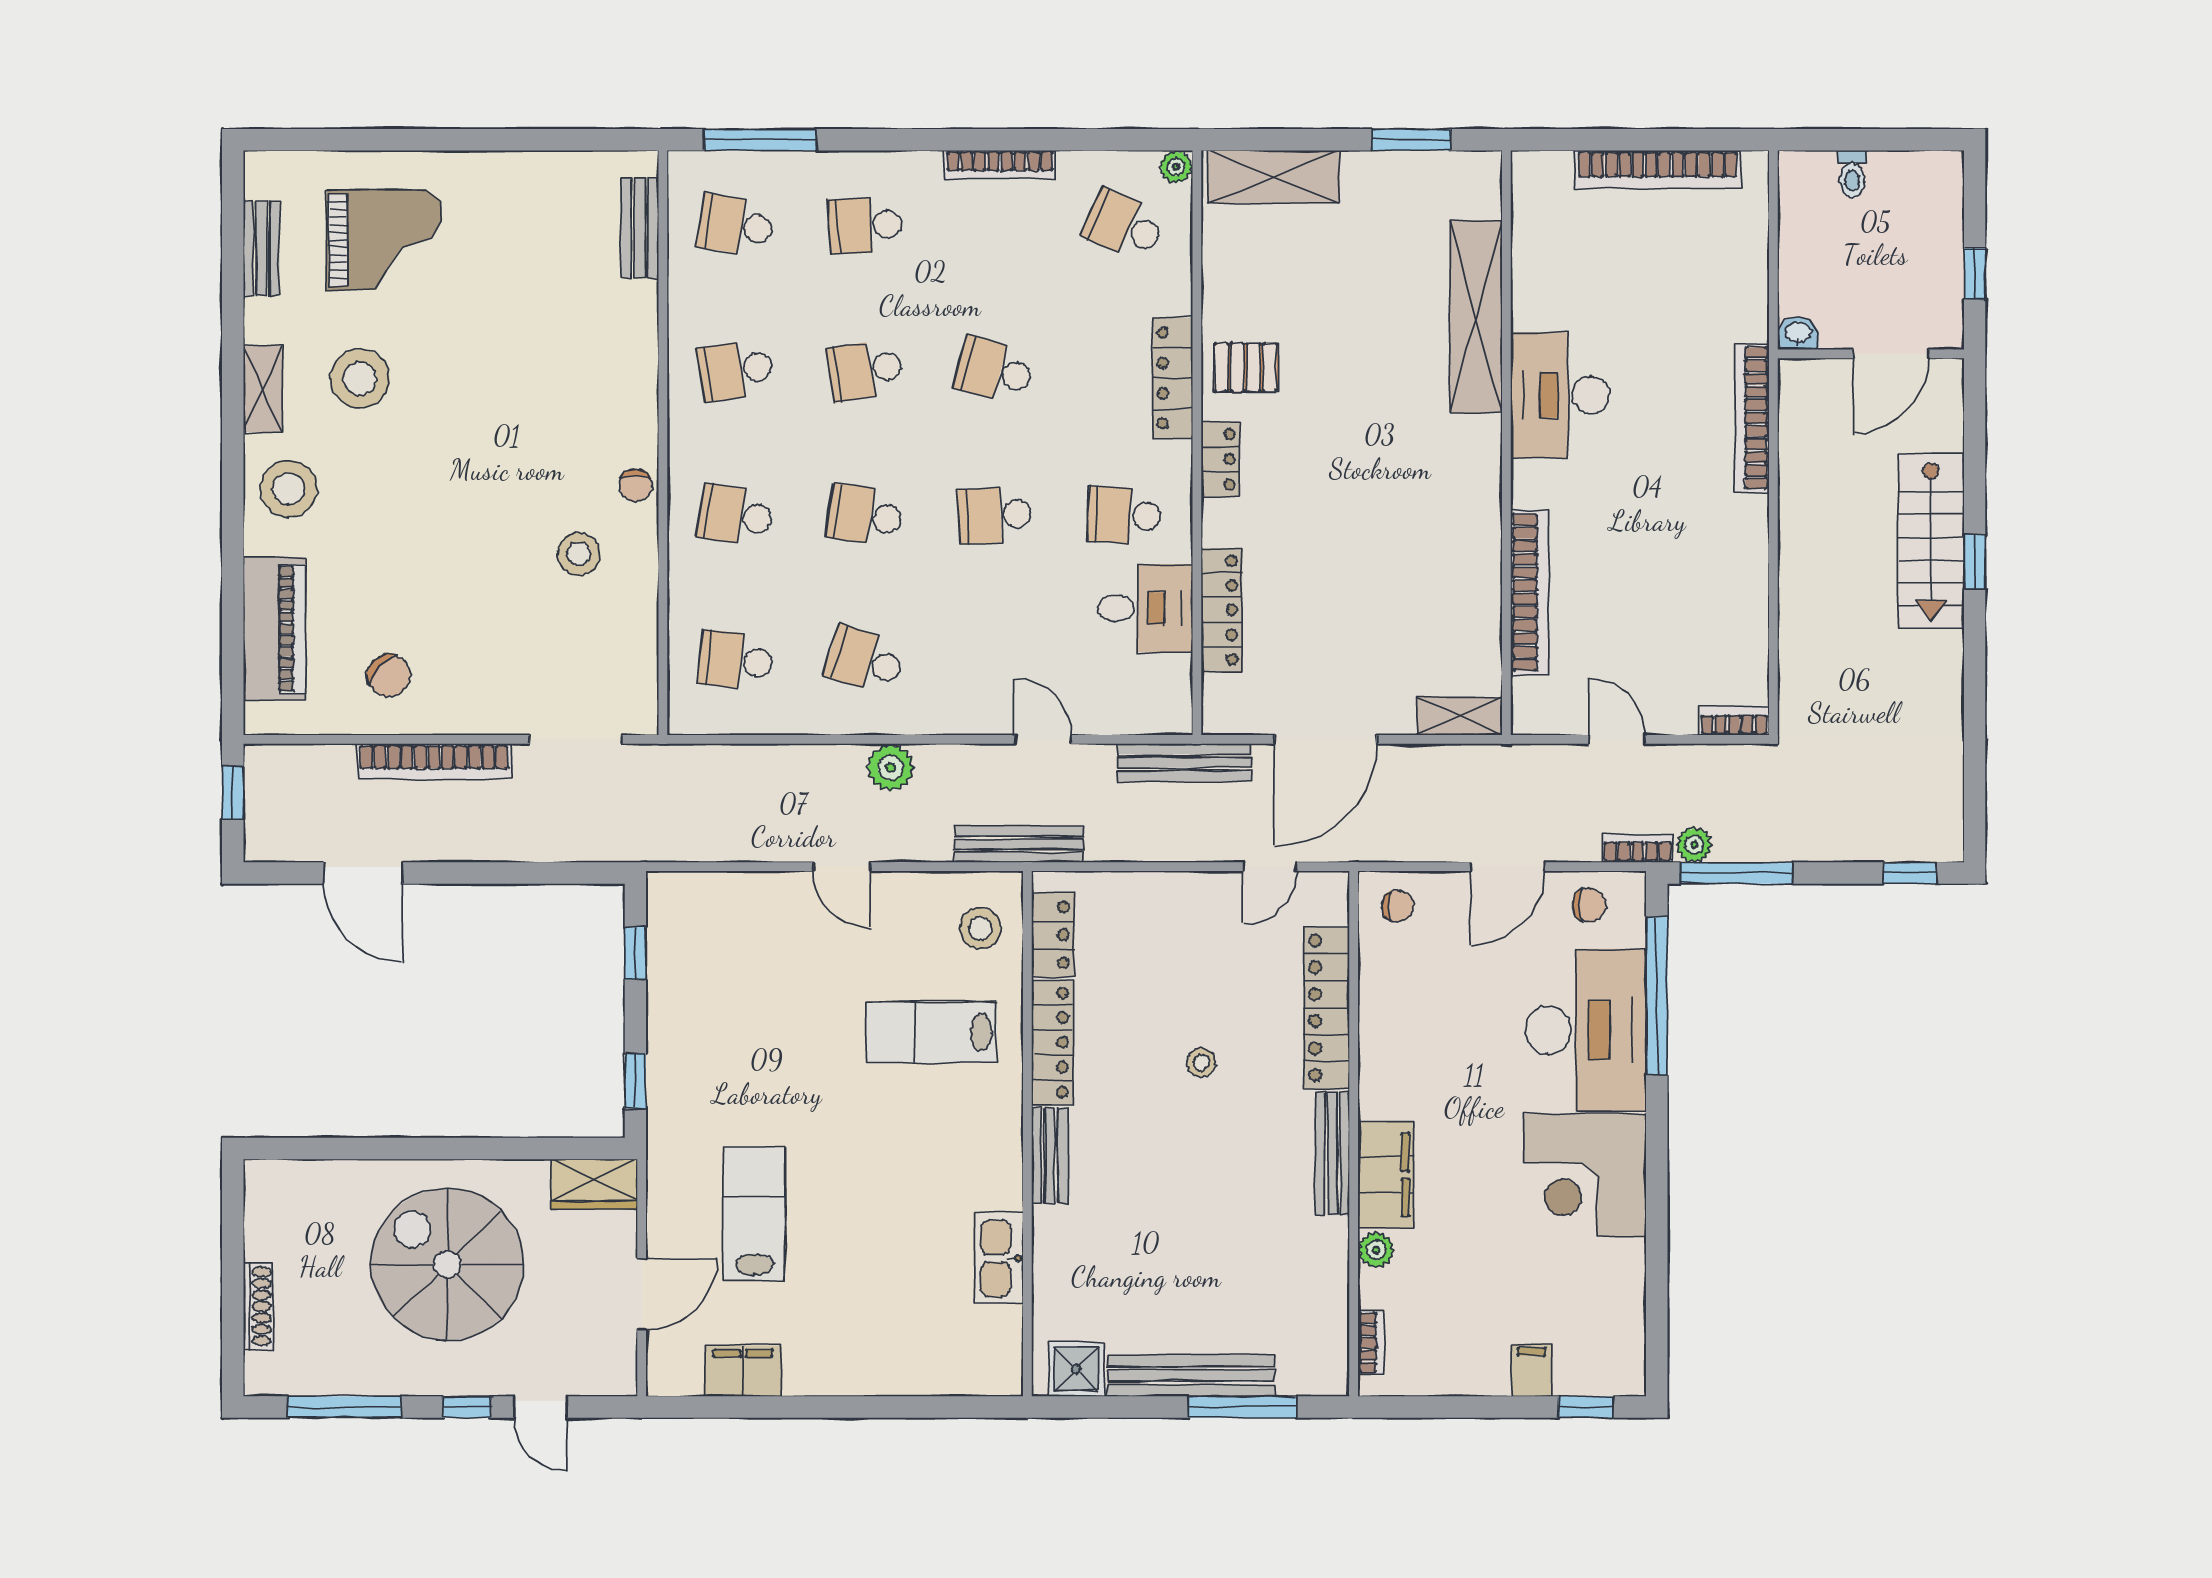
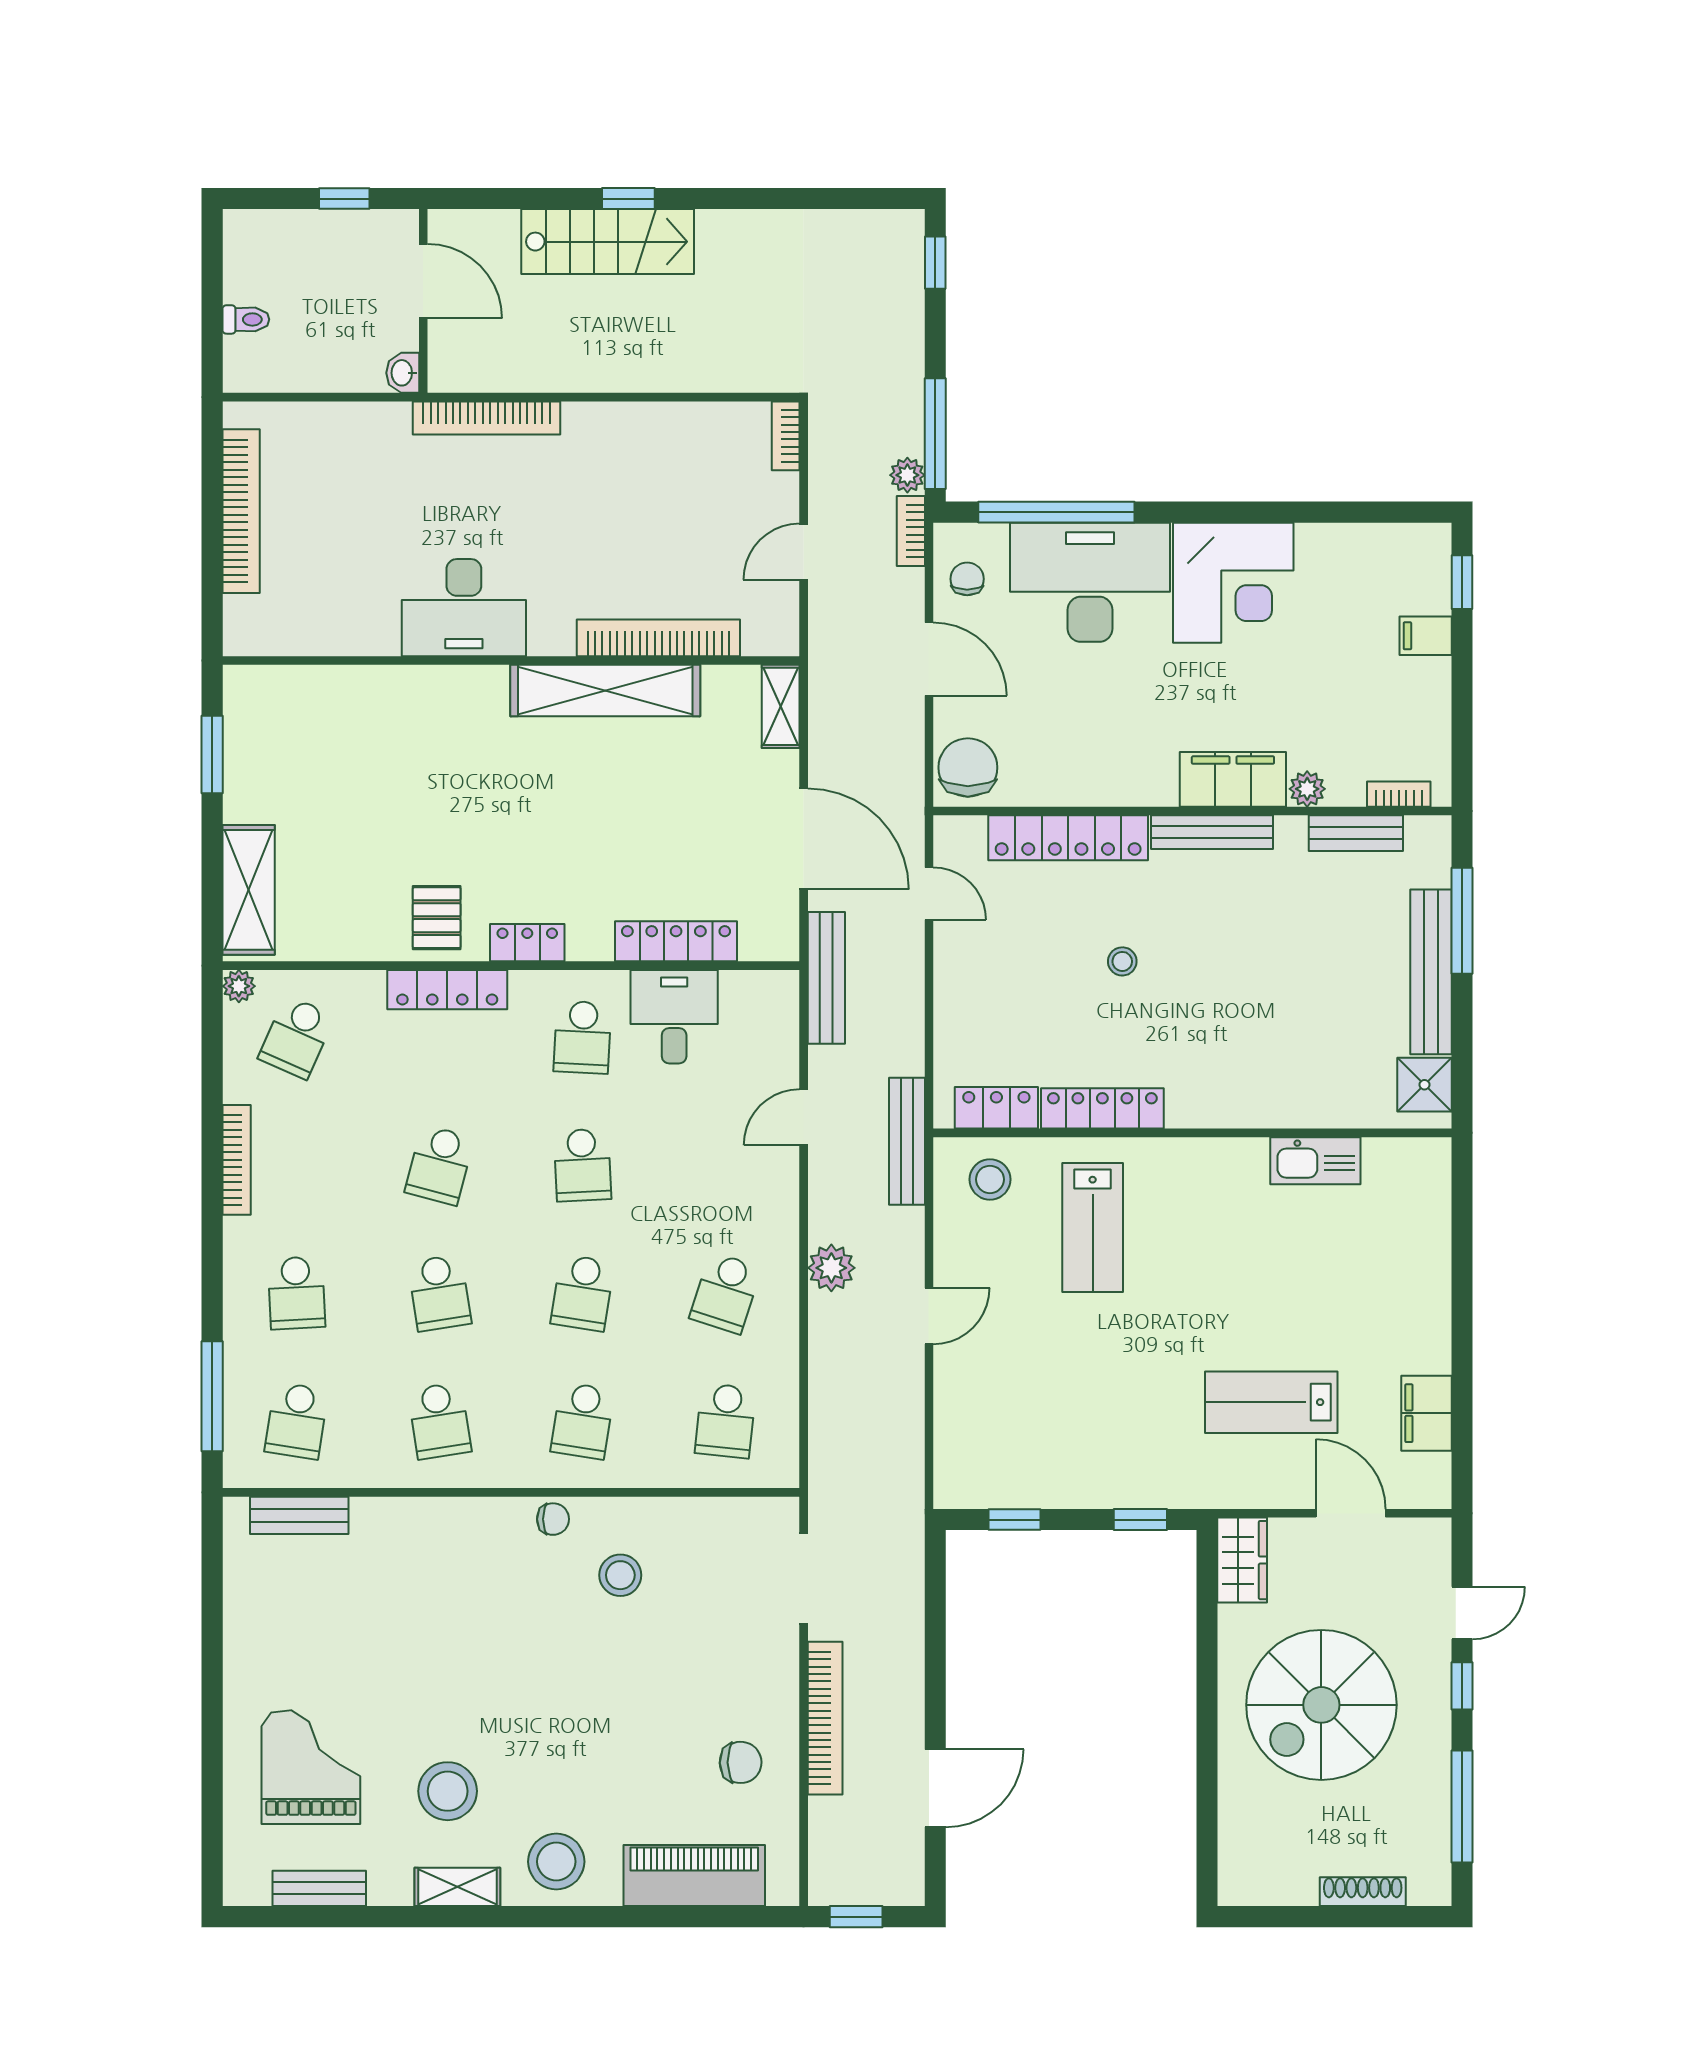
shelving: (1476, 317) -> (605, 691), moved
chair: (389, 676) -> (741, 1762), turned 45
chair: (1398, 906) -> (968, 767), width x1.87, depth x1.87
bench: (1050, 1156) -> (1356, 833), moved

